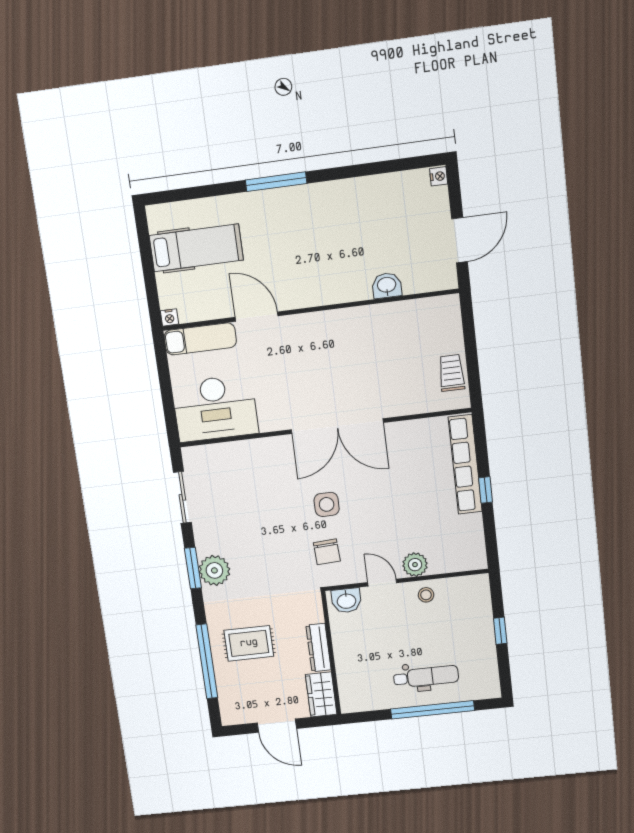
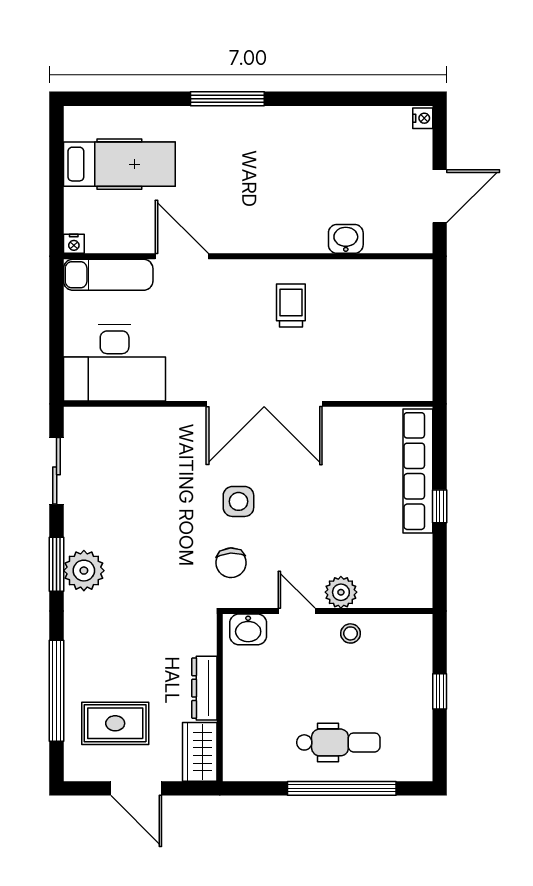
trolley: (452, 373) -> (291, 305), moved
rug: (249, 643) -> (115, 723), moved

